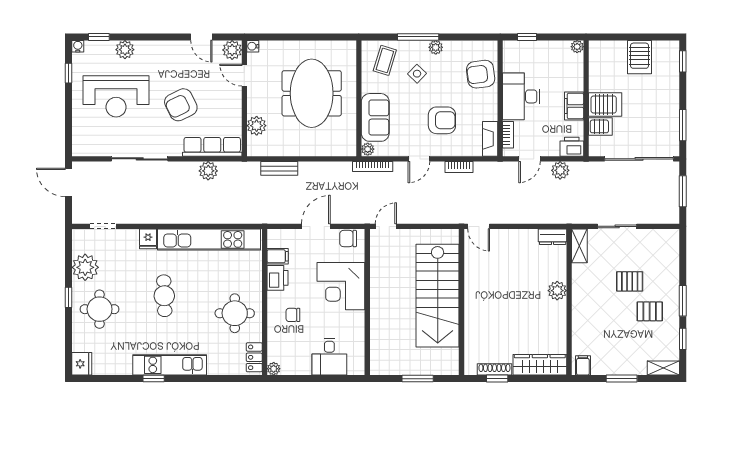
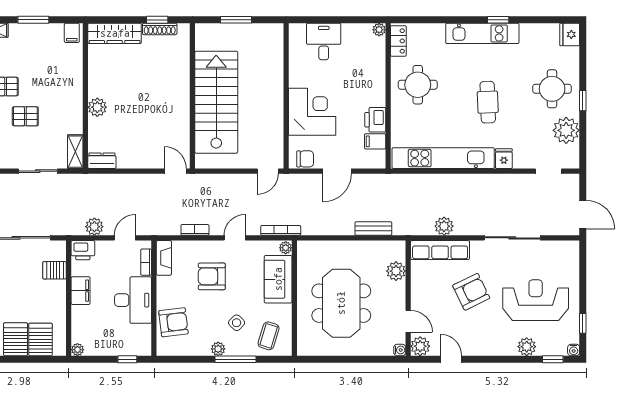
server rack: (605, 105) -> (40, 339), moved, turned 90
chair: (293, 315) -> (360, 83), removed

